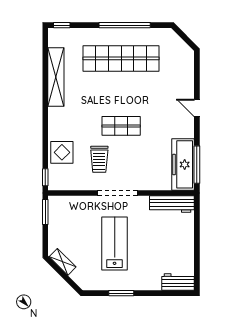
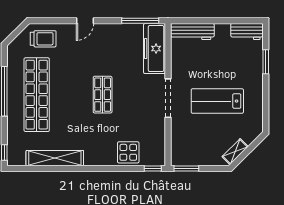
trolley: (99, 159) -> (43, 39), moved
freezer: (183, 164) -> (154, 49), moved, turned 90
workbench: (172, 204) -> (192, 32), moved, turned 90
workbench: (178, 282) -> (247, 31), moved, turned -90
window: (121, 293) -> (266, 62), moved

